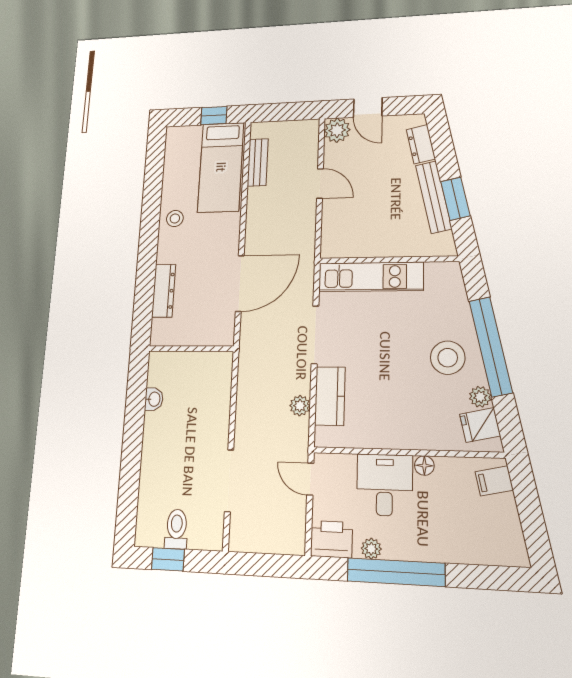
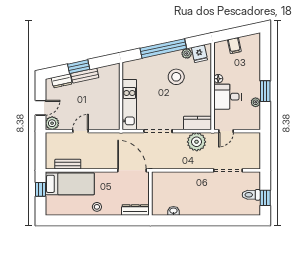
bench: (434, 197) -> (85, 76), width x0.73
window: (455, 199) -> (79, 67), moved
wall: (191, 349) -> (150, 193), moved
stool: (448, 358) -> (176, 77), moved
kitchen counter: (330, 396) -> (198, 123), moved
washbasin: (154, 399) -> (173, 211), moved
plant: (300, 406) -> (197, 142), width x1.88, depth x1.88
filing cabinet: (494, 481) -> (234, 46), moved
printer: (331, 539) -> (252, 120), removed
window: (396, 572) -> (265, 91), width x0.47

